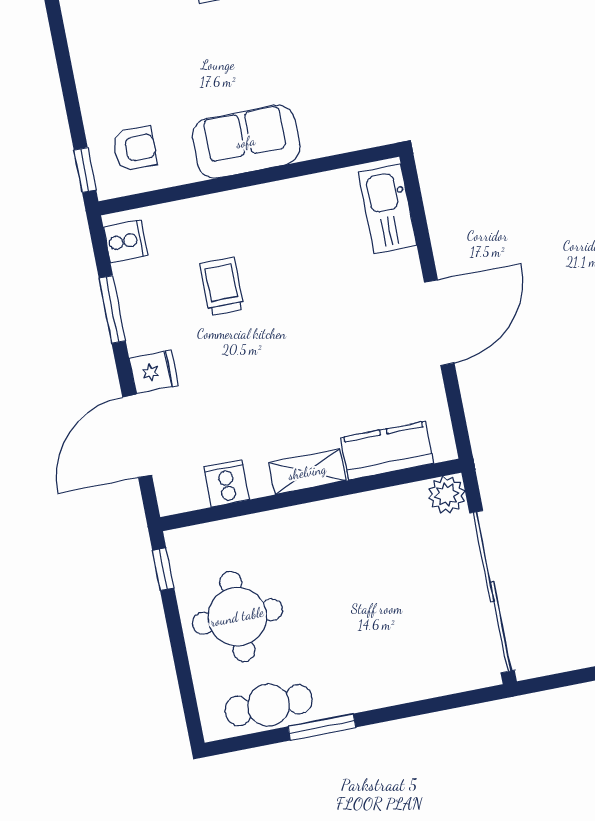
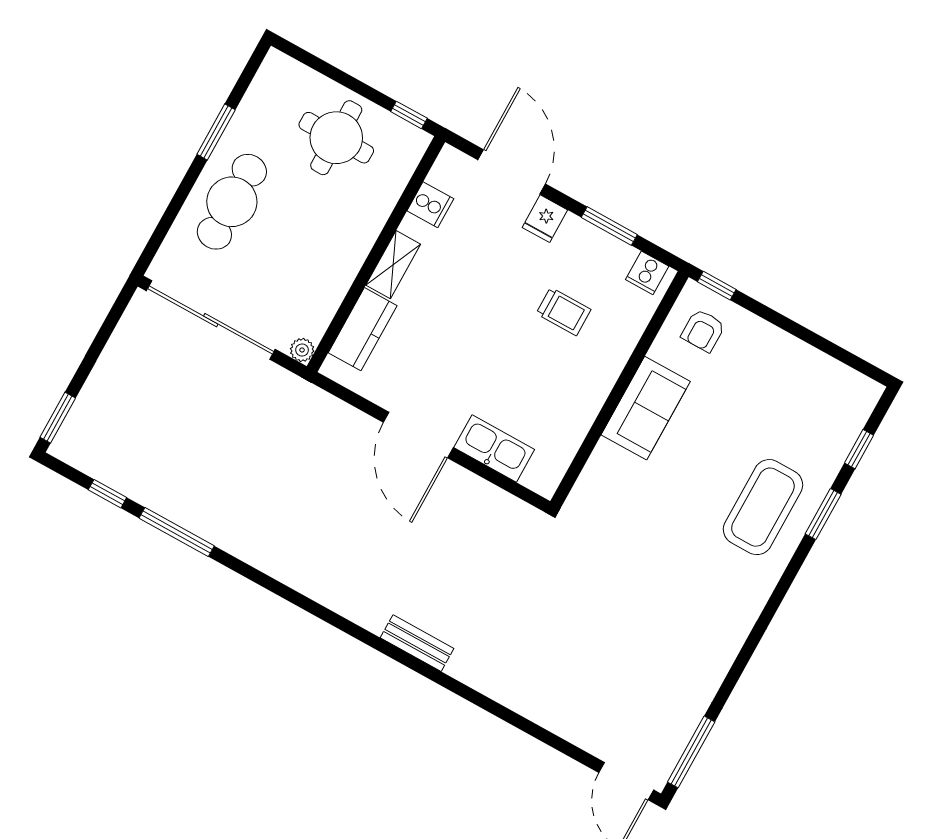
kitchen sink: (387, 209) -> (494, 449), moved
plant: (446, 495) -> (302, 350), width x0.73, depth x0.73
cafe table: (269, 705) -> (232, 202), moved, width x1.37, depth x1.35

